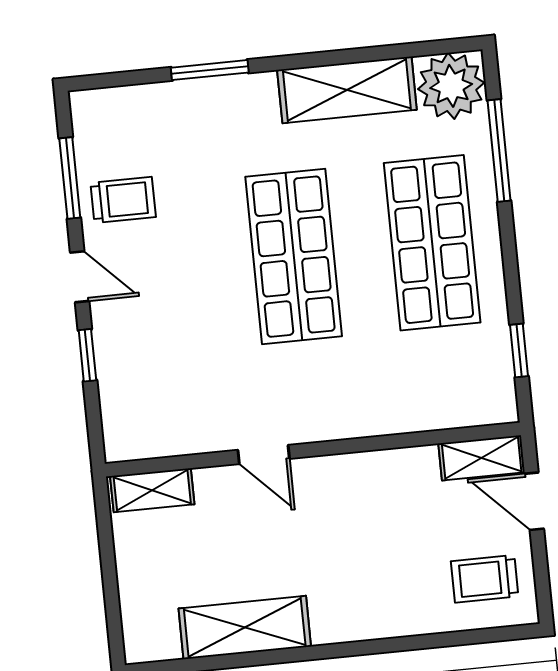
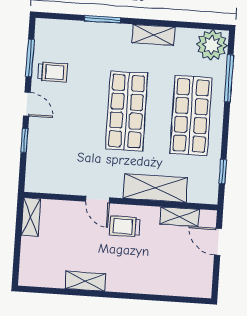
shelving: (347, 90) -> (154, 35), width x0.67, depth x0.75
shelving: (382, 409) -> (155, 188), added
shelving: (482, 458) -> (180, 217), moved
shelving: (152, 490) -> (31, 217), moved, turned 90
trolley: (485, 579) -> (125, 226), moved
shelving: (245, 628) -> (85, 281), width x0.67, depth x0.75

